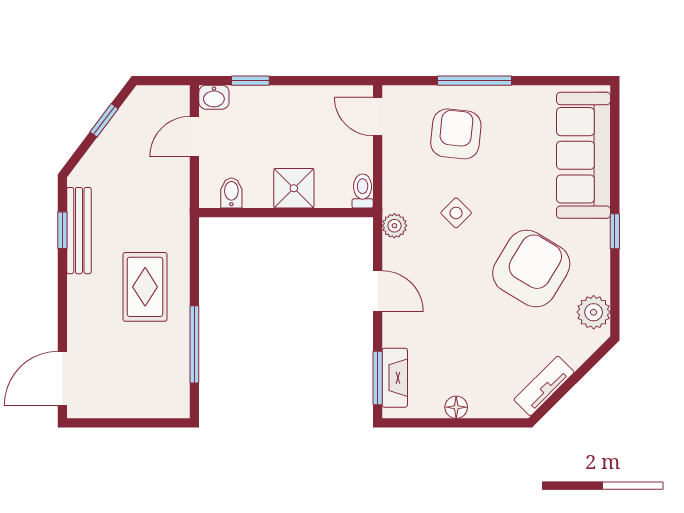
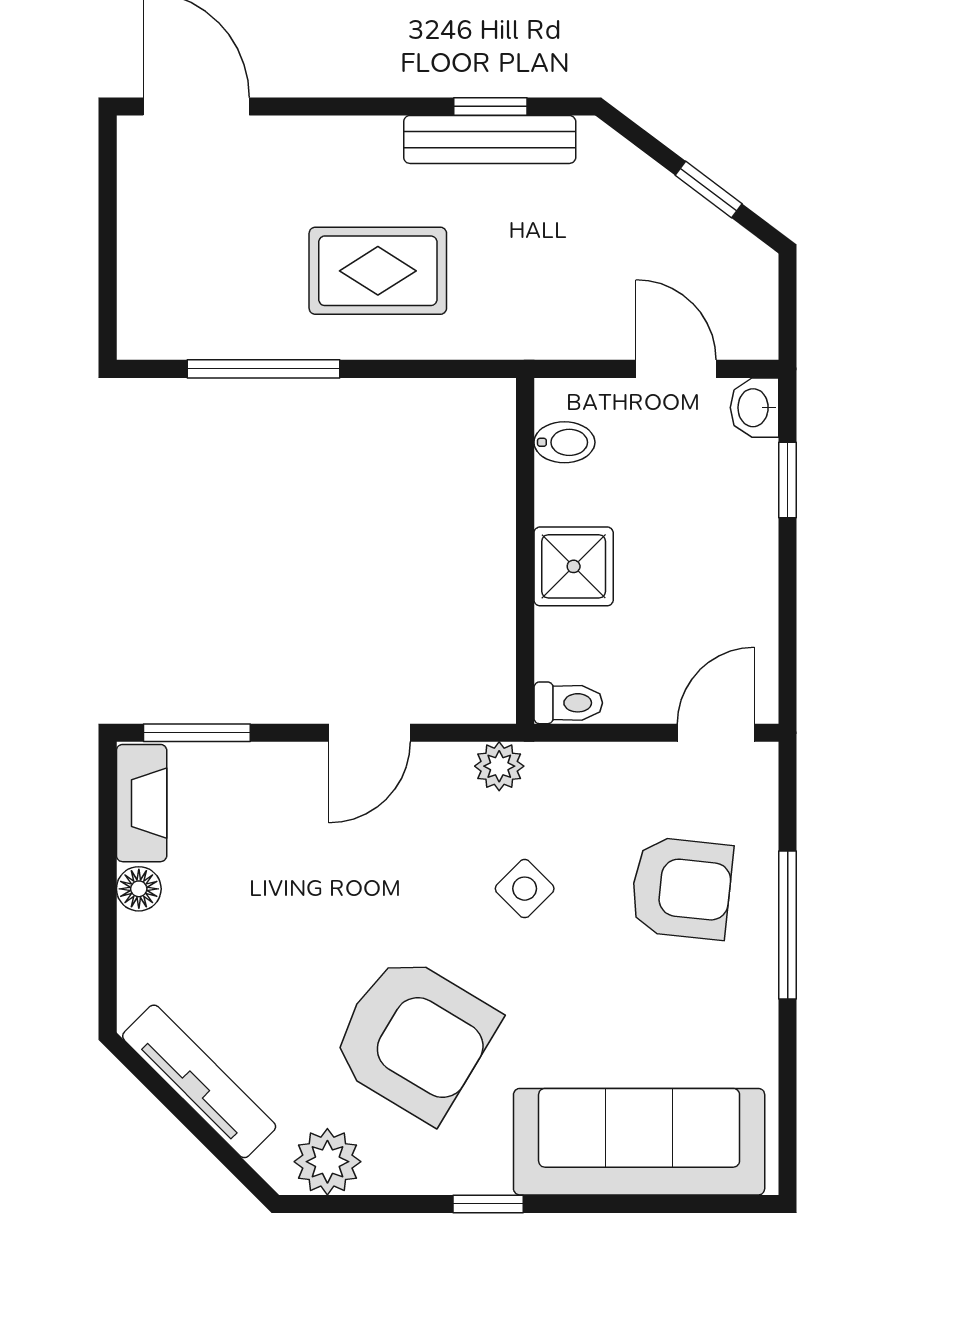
fireplace: (395, 378) -> (142, 803), moved, turned -90
tv unit: (544, 386) -> (199, 1081), width x1.41

